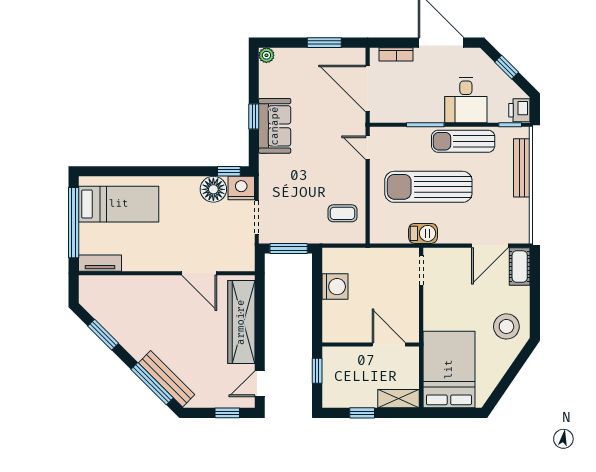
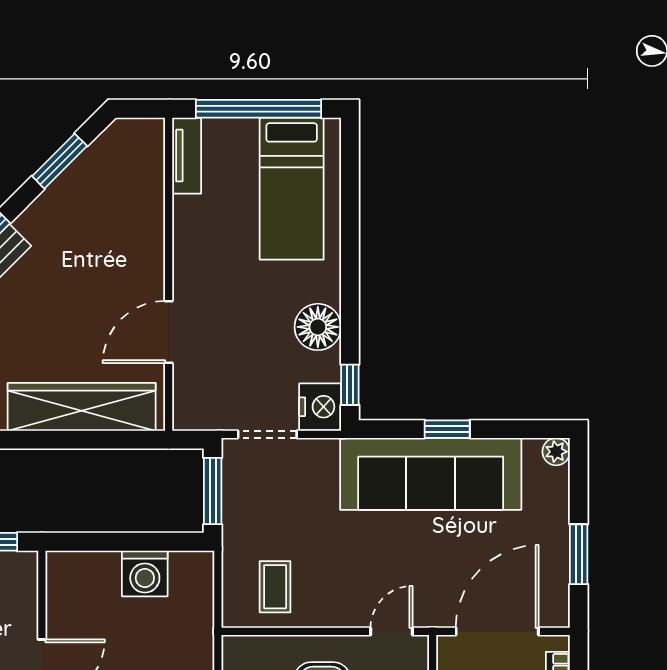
sofa: (275, 126) -> (431, 474), width x1.85, depth x1.27
floor lamp: (213, 189) -> (318, 327), moved

